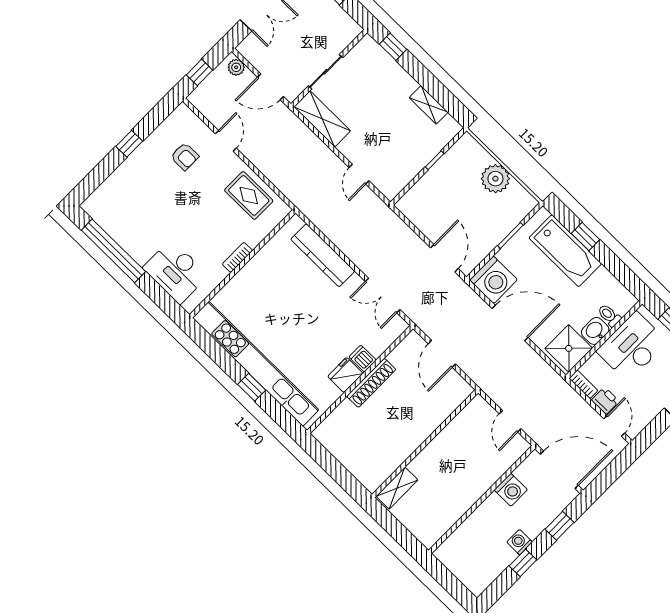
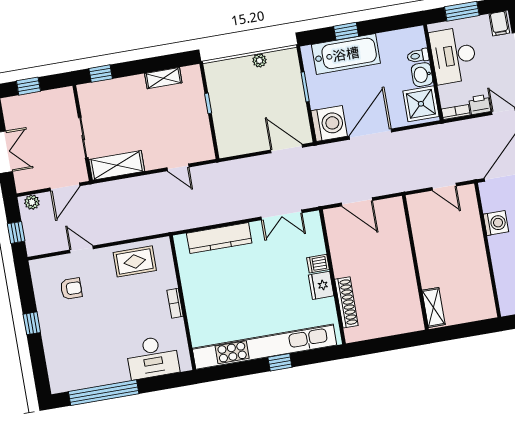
plant: (495, 179) -> (259, 61), width x0.53, depth x0.53
shoe rack: (371, 383) -> (346, 302), moved

